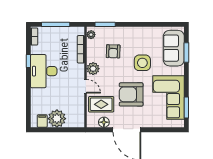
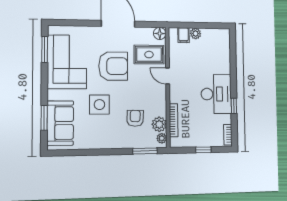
window: (56, 24) -> (203, 150), width x0.46
plant: (93, 69) -> (159, 124), moved
plant: (57, 119) -> (196, 34), width x0.53, depth x0.53
filing cabinet: (42, 121) -> (183, 35), moved
floor lamp: (104, 122) -> (160, 33), moved

